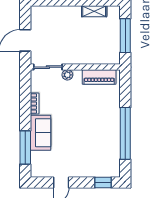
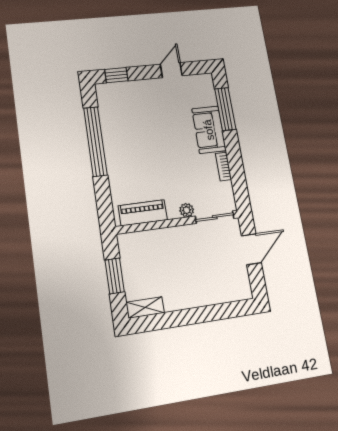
shelving: (94, 11) -> (145, 308), moved
window: (125, 36) -> (115, 276), width x0.69

